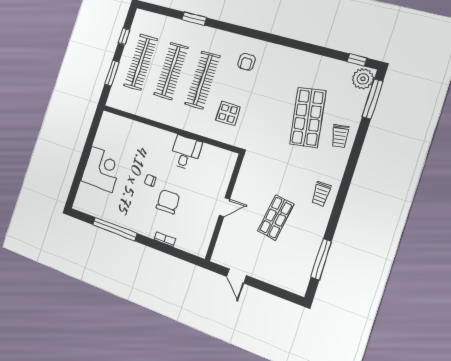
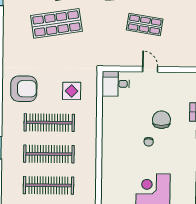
armchair: (247, 62) -> (24, 89), width x1.88, depth x1.88
desk: (186, 153) -> (116, 84), moved
chair: (168, 202) -> (161, 120), turned 90

